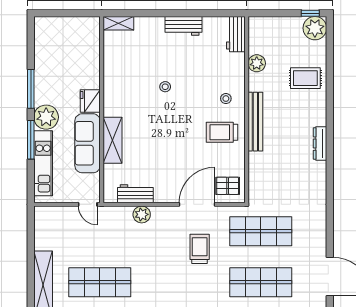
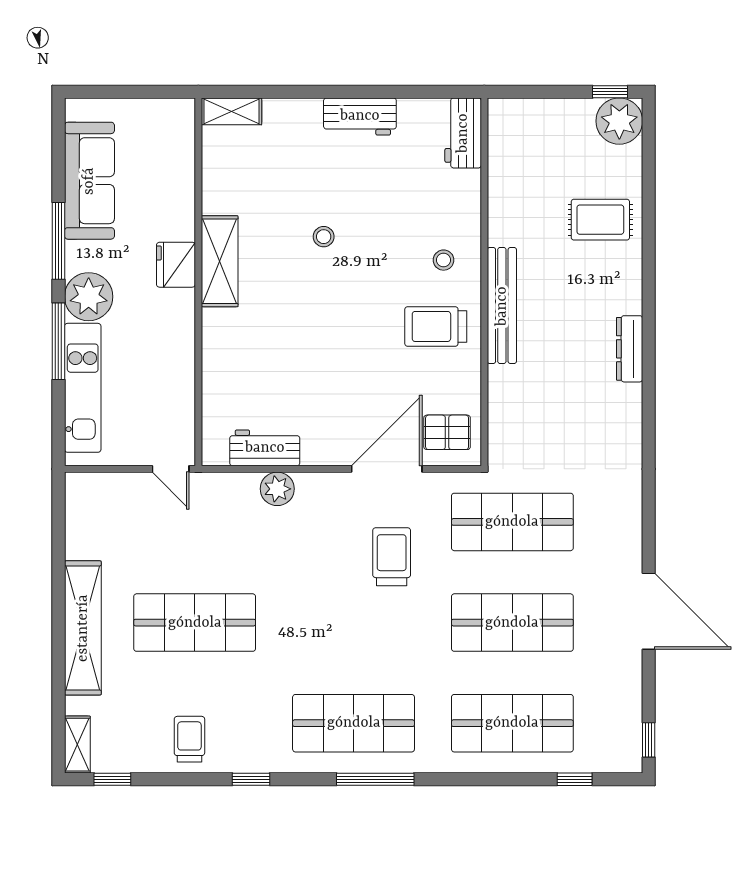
plant: (257, 63) -> (504, 190), removed
shelving: (112, 140) -> (220, 261), moved
sofa: (88, 143) -> (89, 181), moved, turned 180

